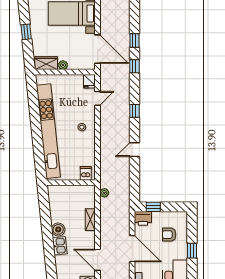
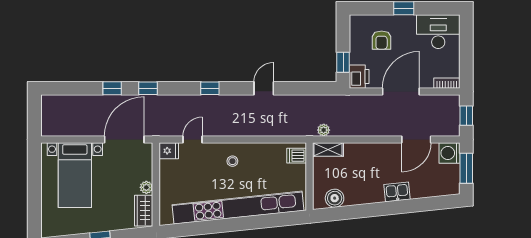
door: (98, 98) -> (193, 139), hinge flipped
door: (134, 150) -> (264, 88), swing flipped
shelving: (90, 220) -> (328, 150), moved
boiler: (58, 229) -> (335, 198), moved

